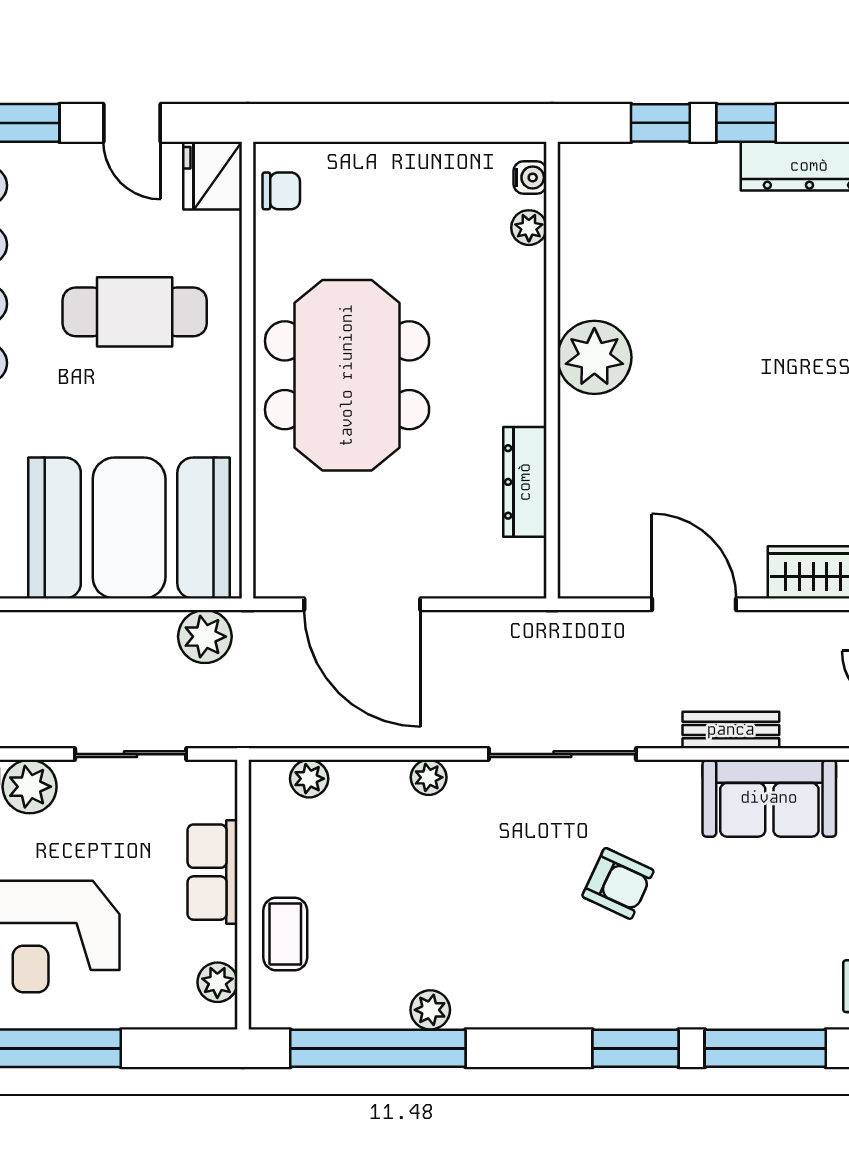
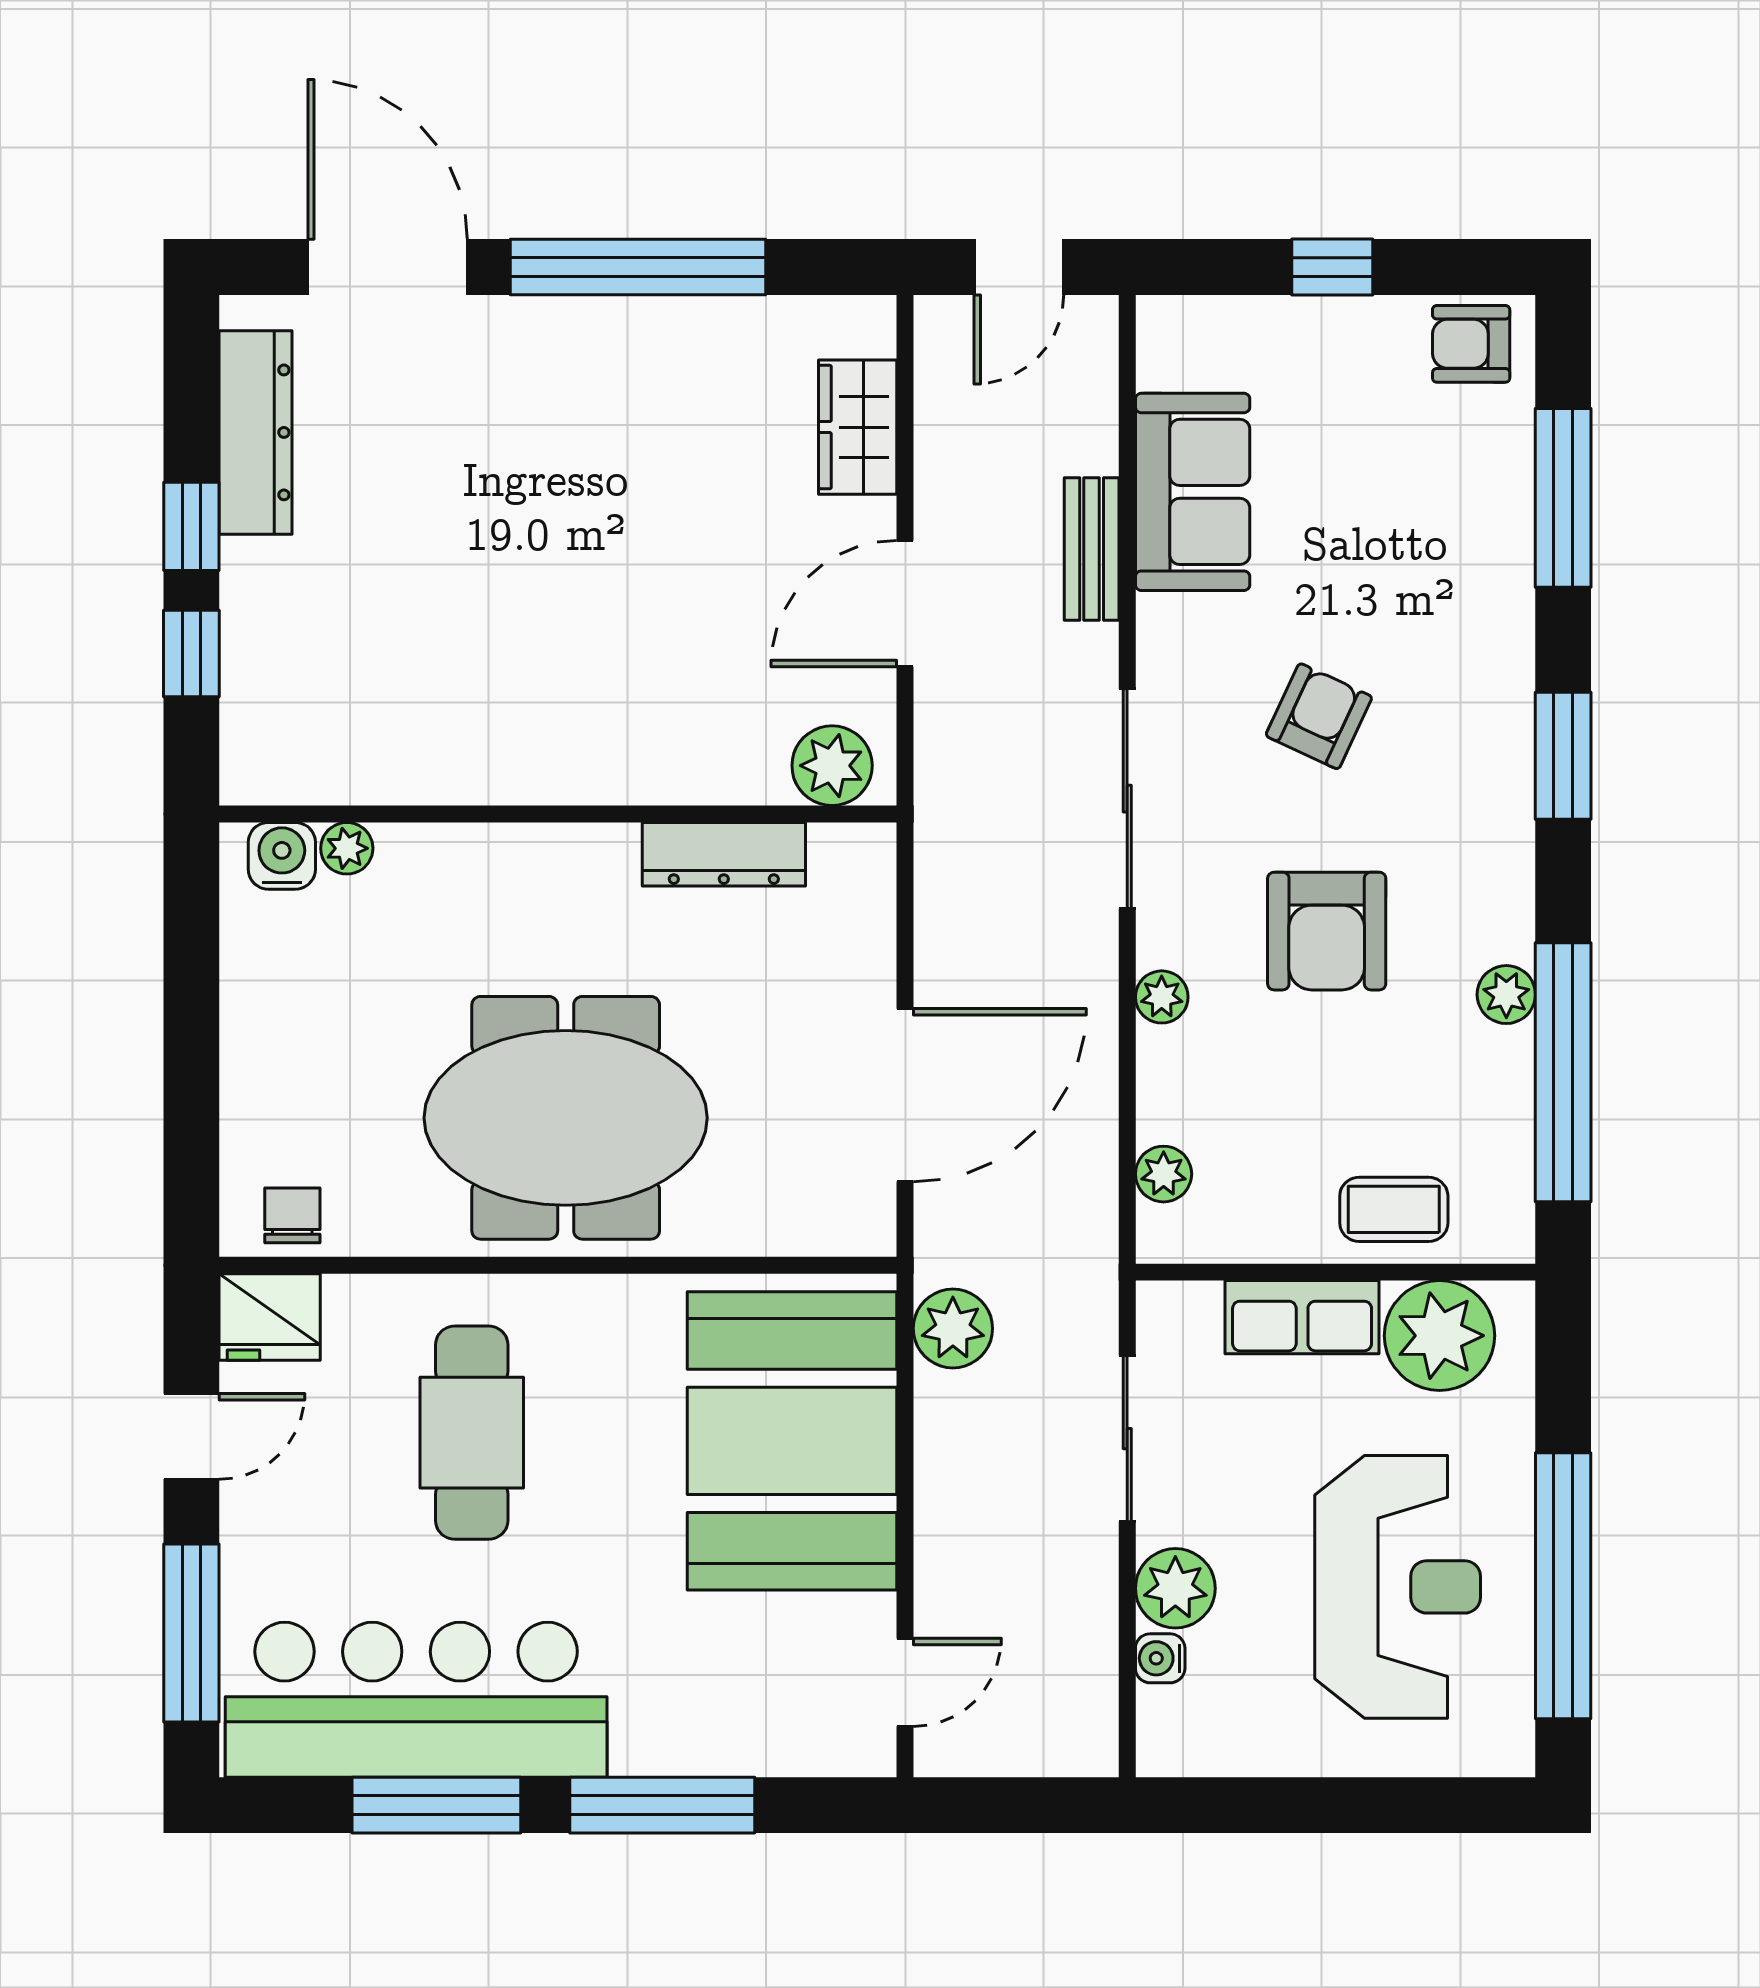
water cooler: (530, 177) -> (282, 856), width x1.38, depth x1.38
plant: (594, 357) -> (832, 766), moved, width x0.73, depth x0.73
armchair: (473, 889) -> (1327, 931), added
plant: (217, 982) -> (1440, 1336), width x1.88, depth x1.88
window: (636, 1048) -> (1563, 756), moved

